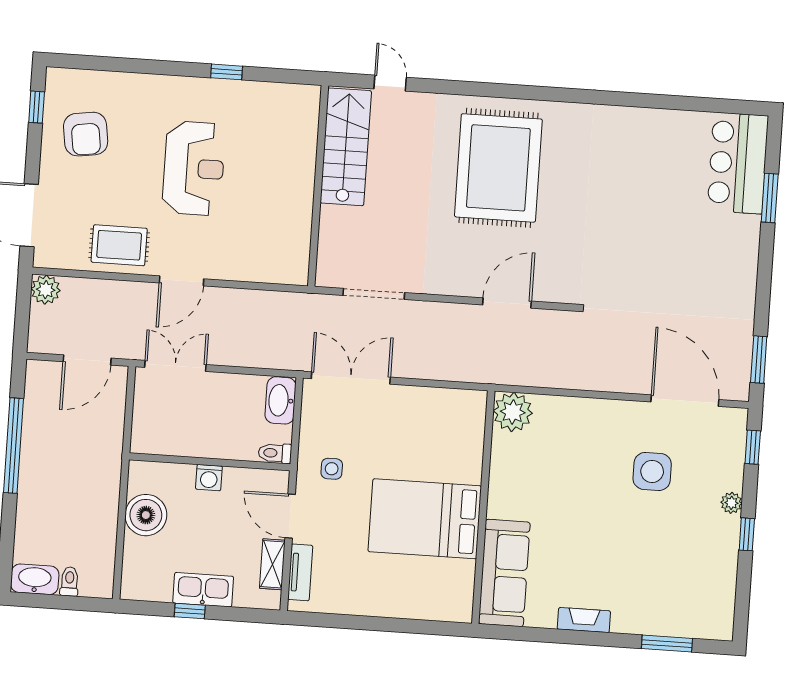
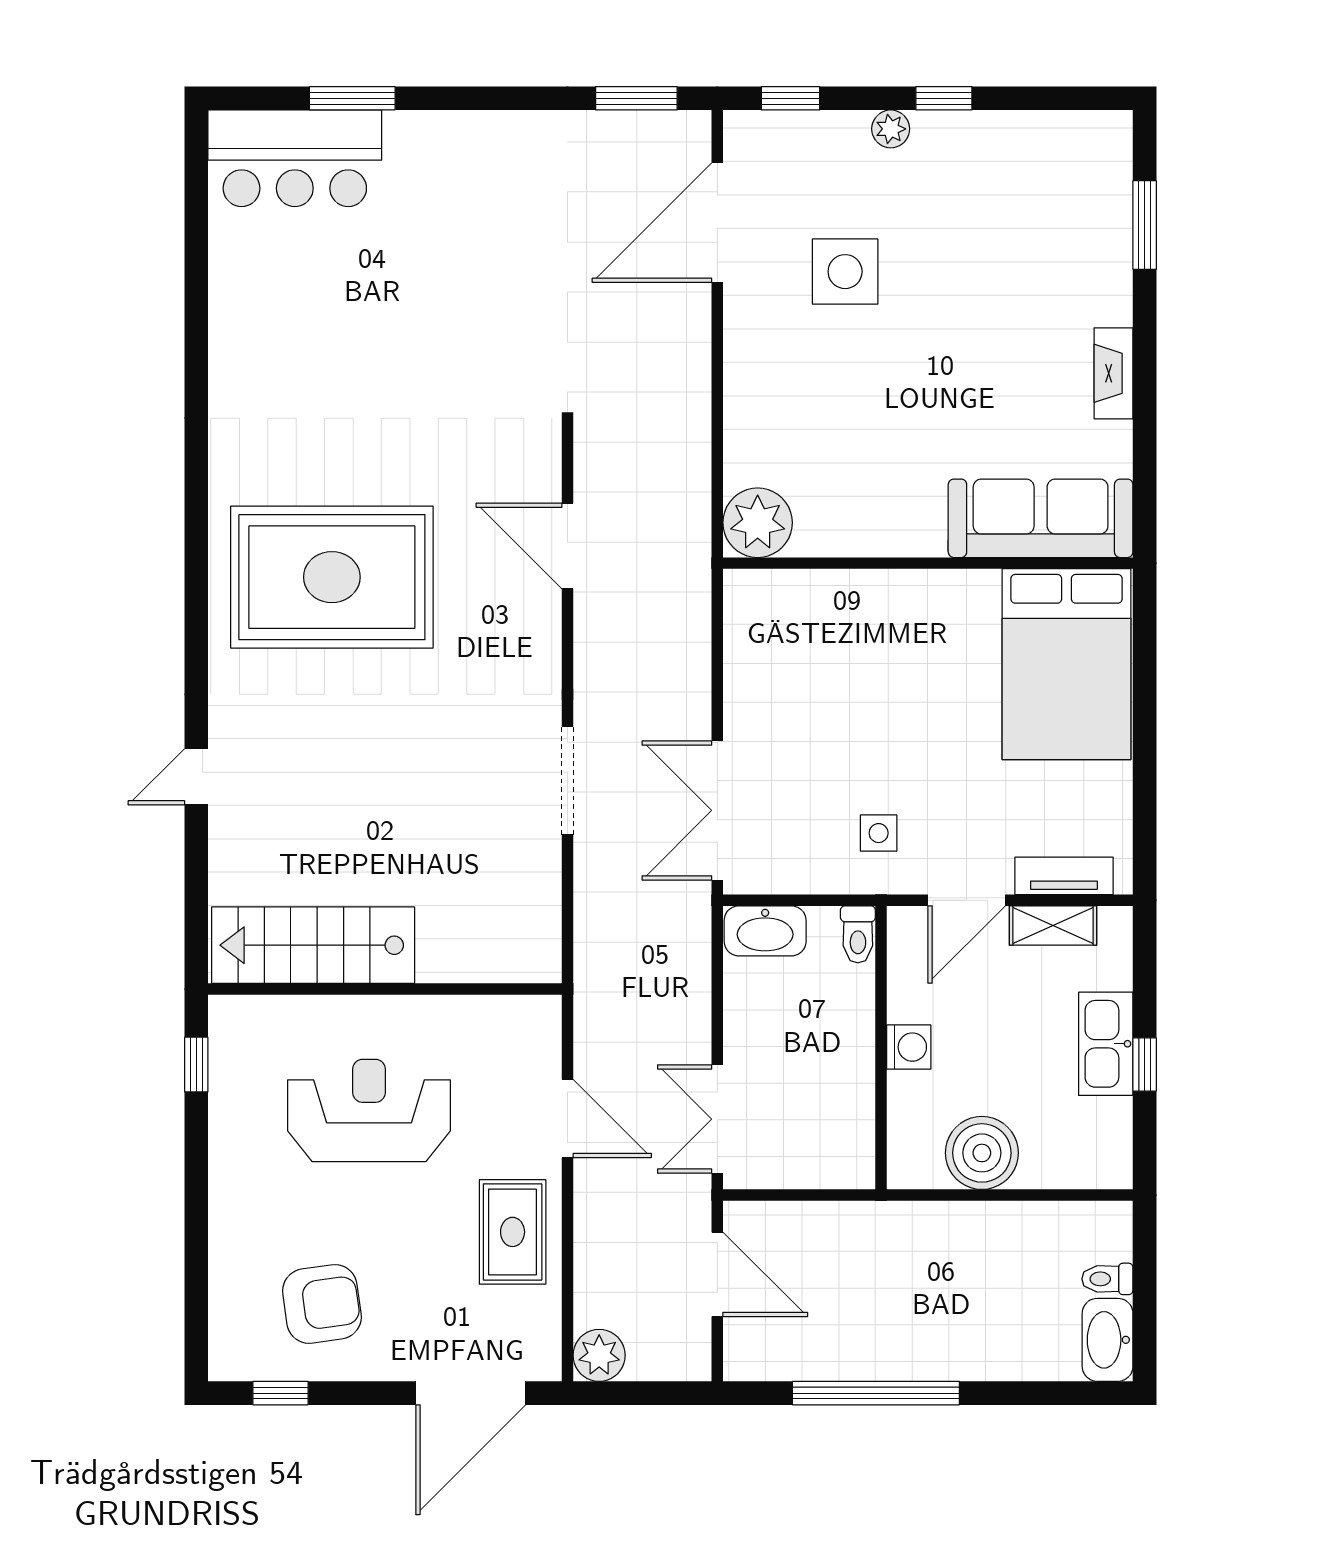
stairs: (346, 147) -> (313, 945), moved
wall: (318, 186) -> (385, 989), moved
bed: (425, 519) -> (1067, 664), moved

